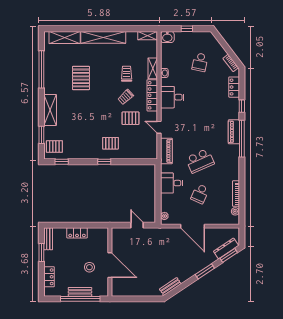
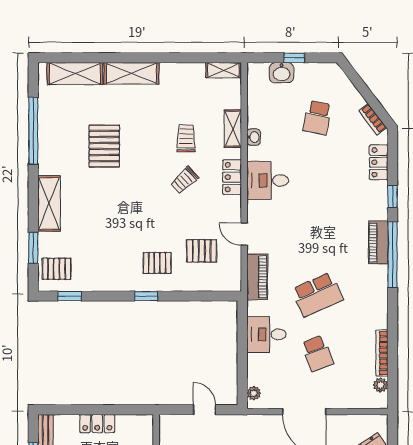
shelving: (103, 37) -> (131, 73), width x0.68
washbasin: (167, 37) -> (282, 73), moved
locker: (152, 95) -> (232, 177), width x0.66
pallet: (131, 118) -> (202, 251), moved
school desk: (200, 194) -> (317, 353), turned -45

